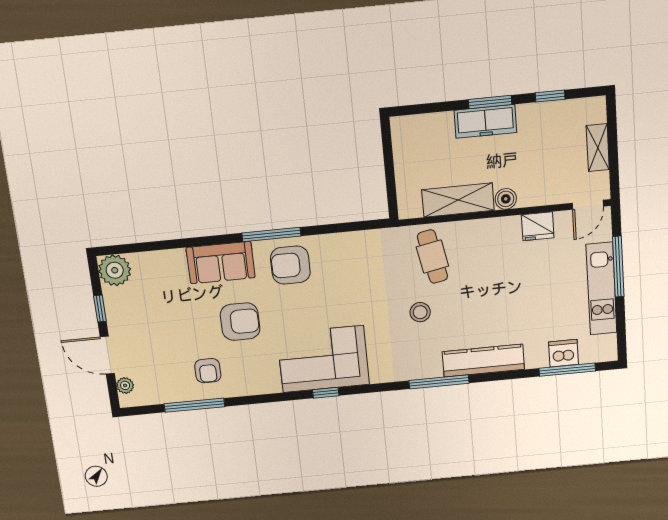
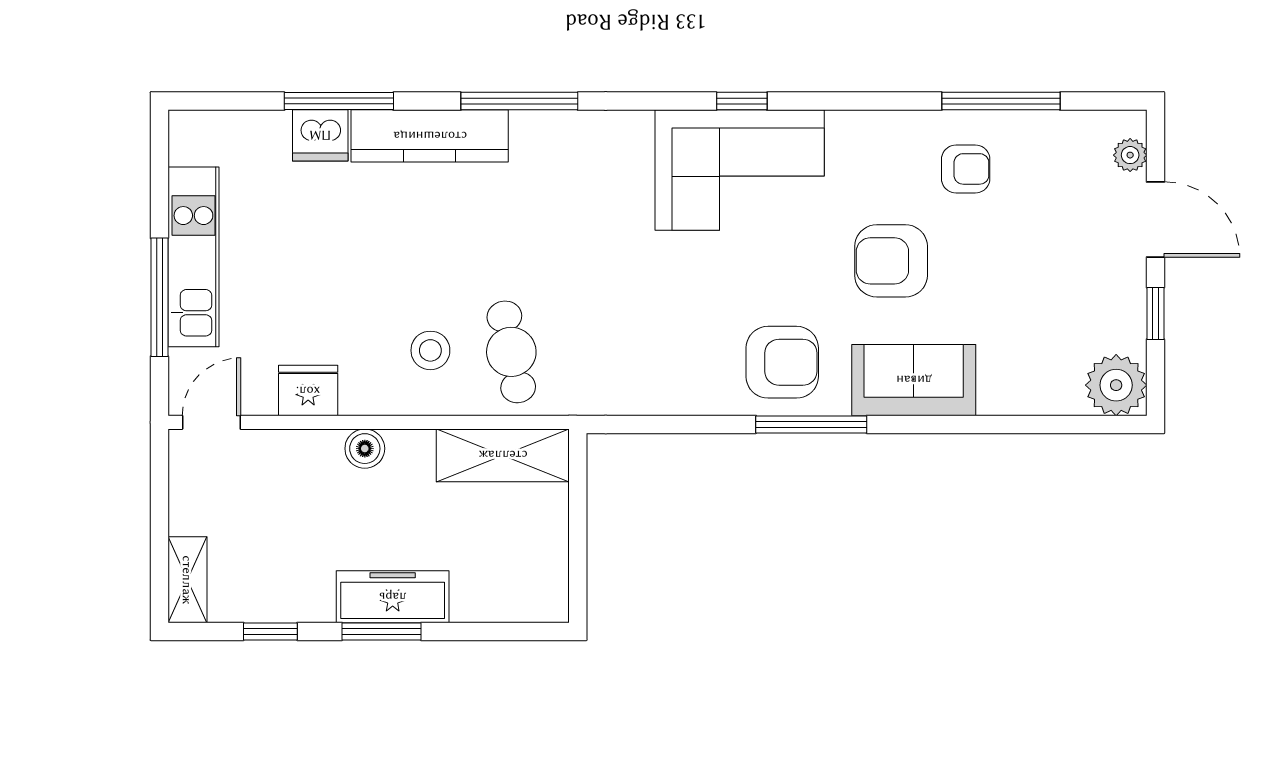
shelving: (598, 148) -> (187, 580), moved
shelving: (458, 200) -> (503, 455), moved
stool: (420, 312) -> (430, 350), moved
dishwasher: (563, 353) -> (320, 135), moved
window: (567, 370) -> (339, 101), moved
armchair: (208, 371) -> (966, 169), turned 90

